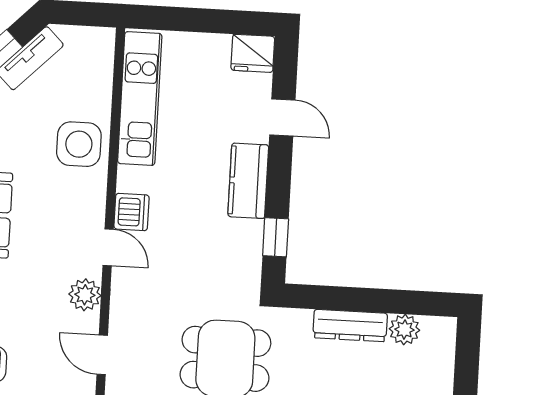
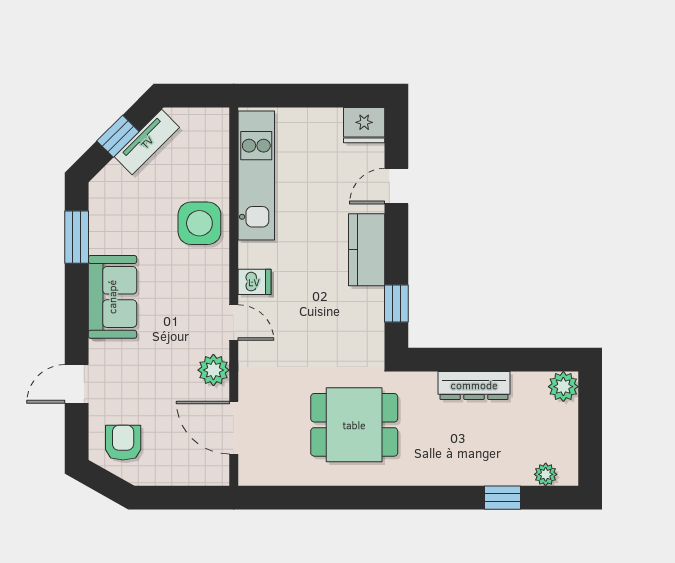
door: (282, 117) -> (396, 186), swing flipped
dishwasher: (131, 212) -> (254, 282), width x0.73
plant: (404, 330) -> (563, 387), moved
door: (102, 355) -> (234, 428), width x1.38

